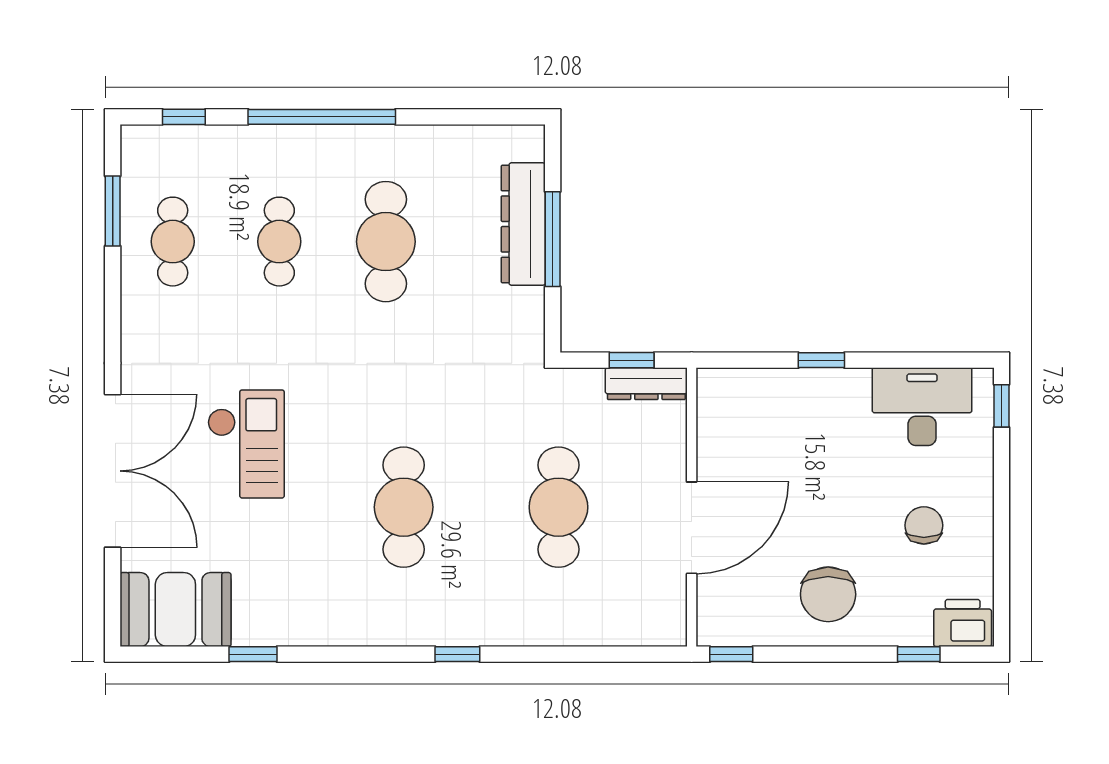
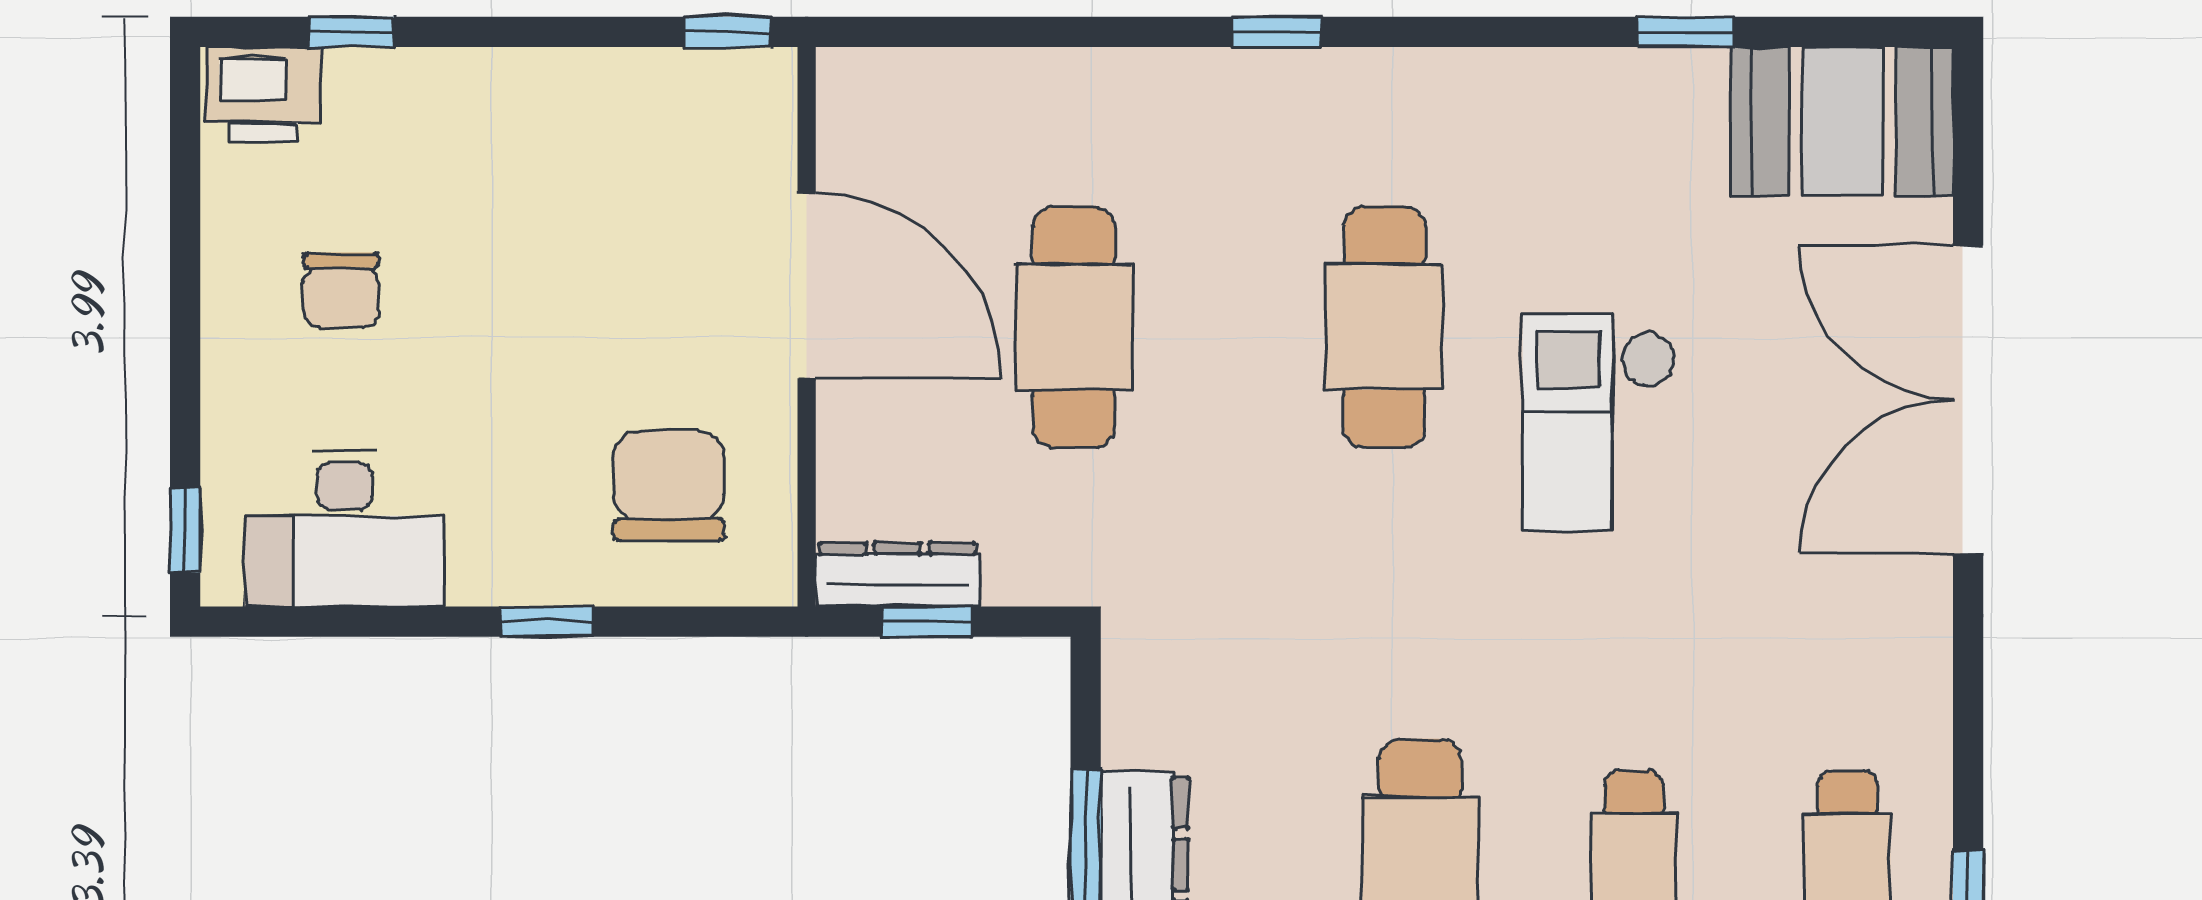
checkout: (246, 444) -> (1599, 422), moved
door: (692, 528) -> (807, 286), swing flipped
chair: (828, 594) -> (669, 485), moved

